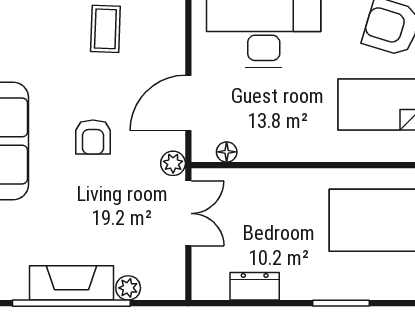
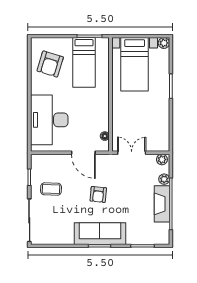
armchair: (93, 137) -> (98, 194), turned 96
plant: (173, 163) -> (162, 159), moved
dresser: (255, 286) -> (163, 124), removed

